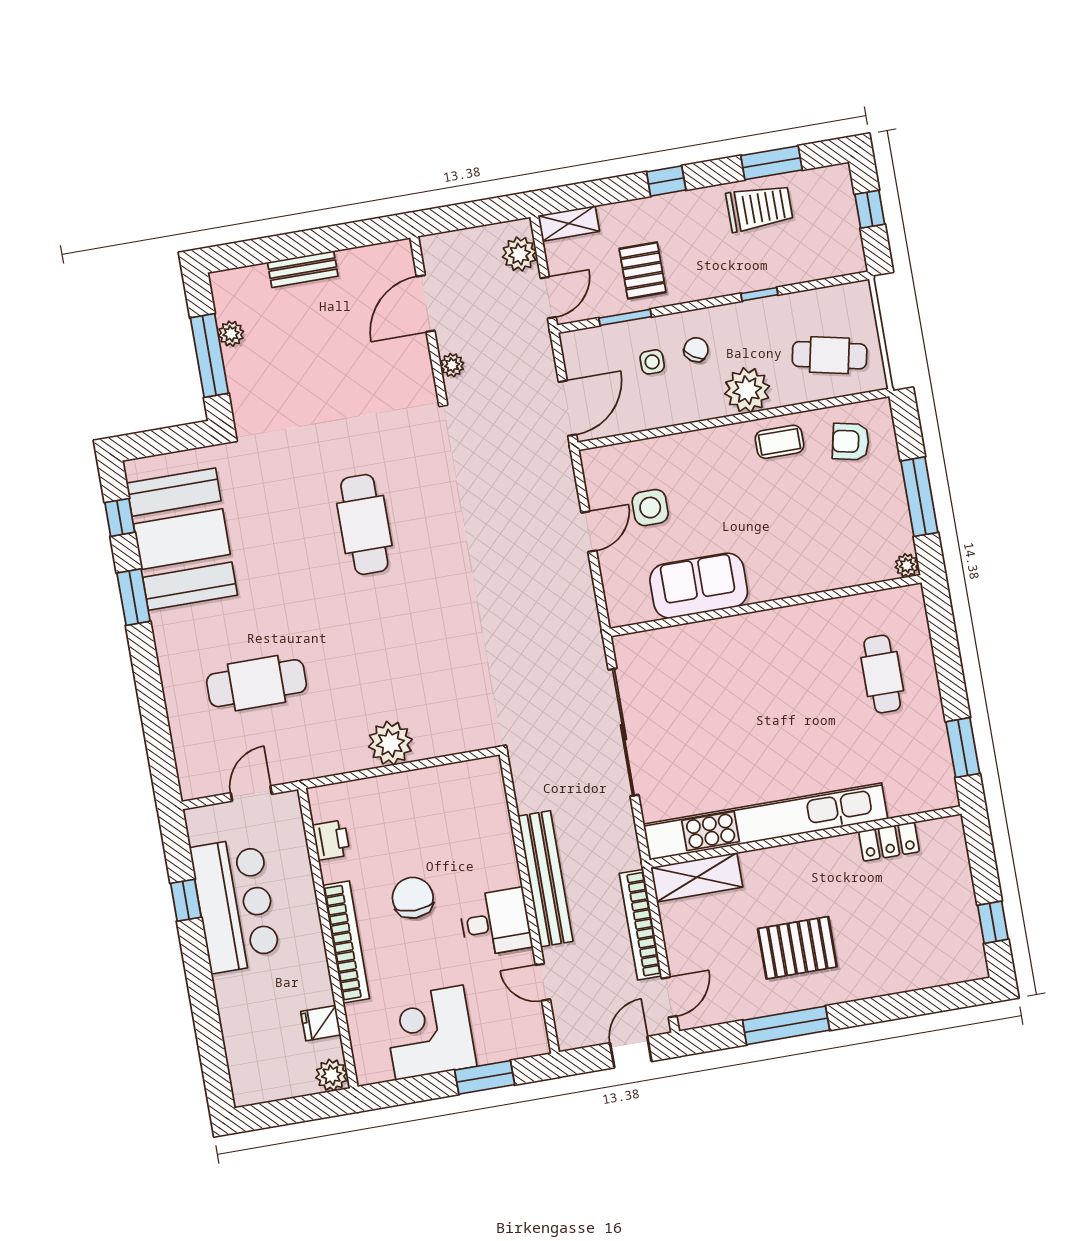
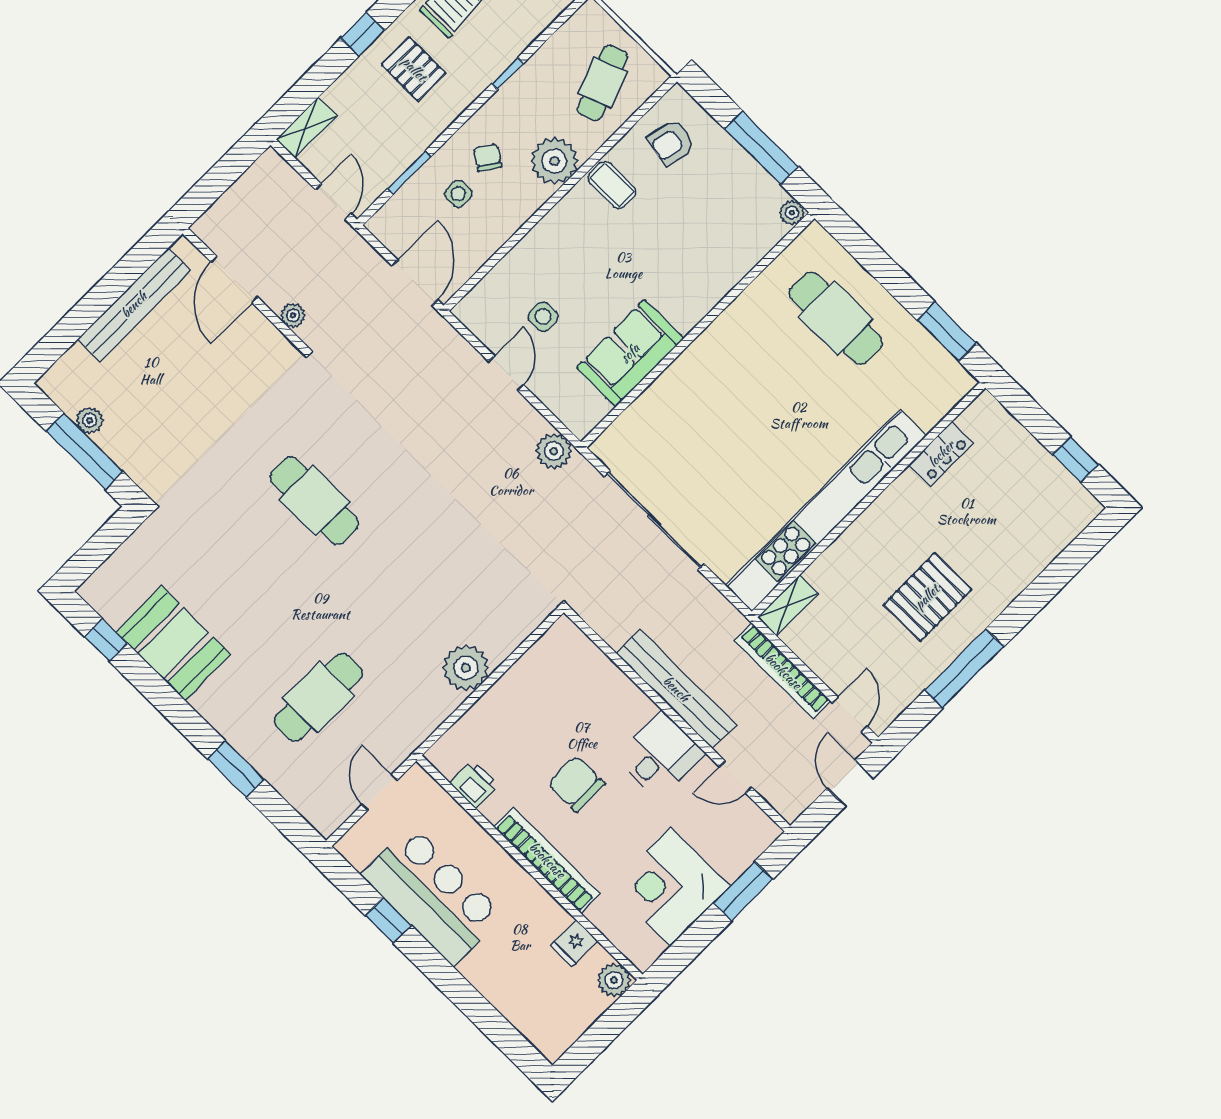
plant: (519, 254) -> (554, 451), moved
bench: (303, 269) -> (134, 305), width x1.86, depth x1.21
pallet: (643, 270) -> (414, 69), moved
cafe table: (830, 355) -> (602, 83), turned -33
coffee table: (779, 442) -> (612, 185), turned 90
side table: (650, 508) -> (543, 317), width x0.73, depth x0.73
booth: (182, 539) -> (173, 643), width x0.73, depth x0.70
window: (134, 597) -> (236, 769), moved
cafe table: (882, 674) -> (836, 318), width x1.37, depth x1.35
shelving: (697, 877) -> (788, 605), width x0.67, depth x0.75

